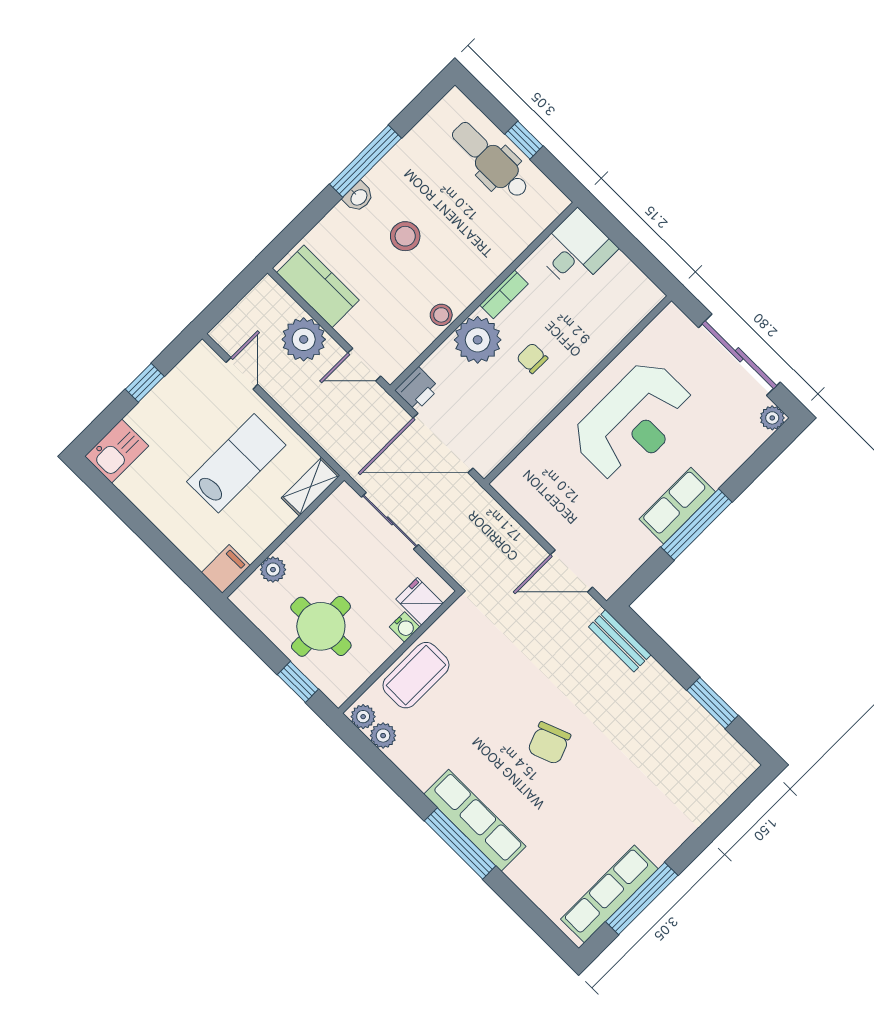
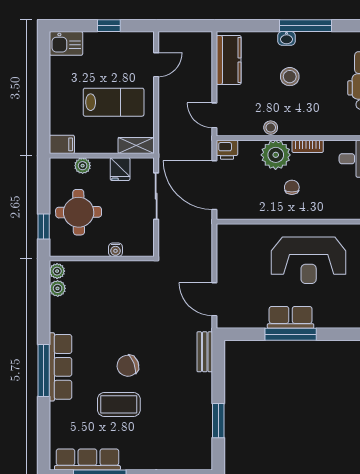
plant: (304, 339) -> (199, 77), removed
fridge: (420, 601) -> (120, 169), moved, turned 180
coffee table: (416, 675) -> (119, 404), moved

